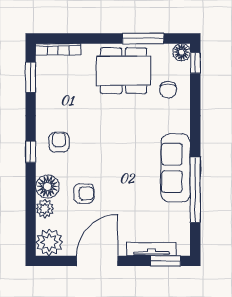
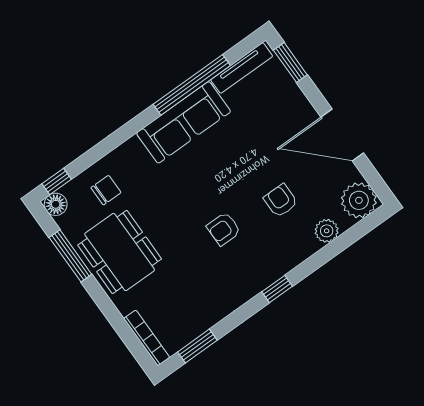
armchair: (59, 142) -> (224, 229), moved
floor lamp: (47, 187) -> (301, 245), removed
tv unit: (151, 249) -> (242, 68), moved, turned -90

